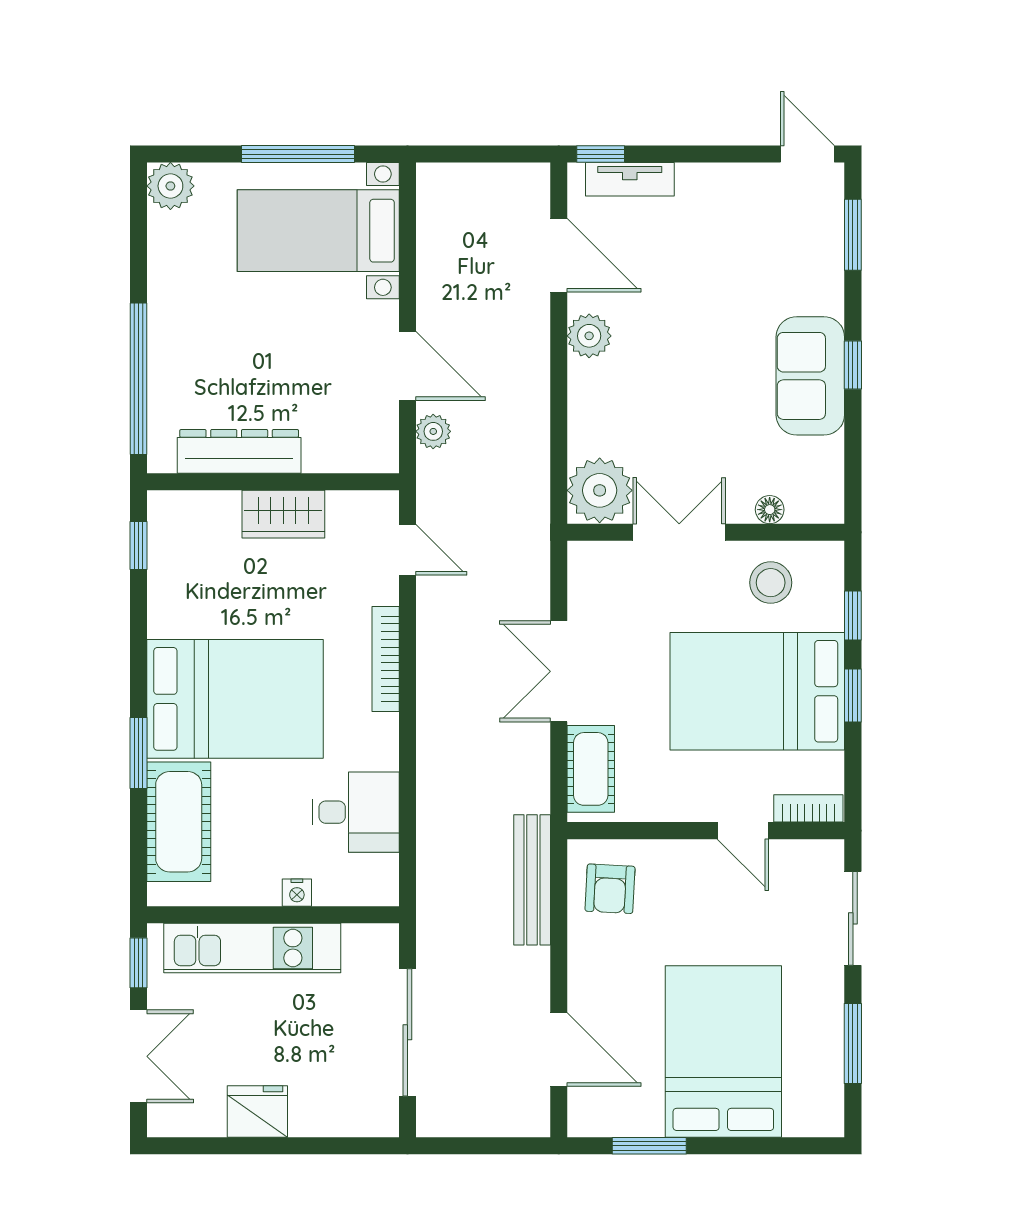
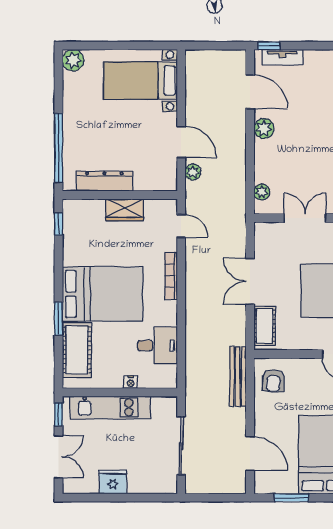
window: (298, 154) -> (131, 46), removed
plant: (600, 490) -> (262, 192), width x0.53, depth x0.53

